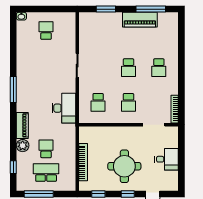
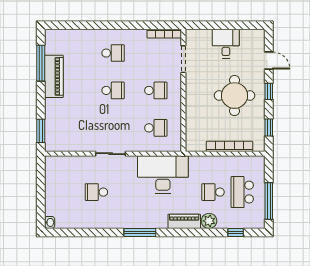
window: (106, 9) -> (41, 131), moved
school desk: (46, 30) -> (96, 192), moved
desk: (64, 108) -> (163, 174), width x1.36, depth x1.30

